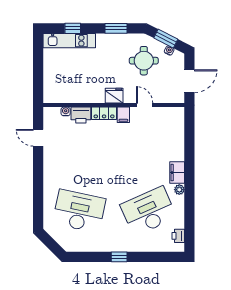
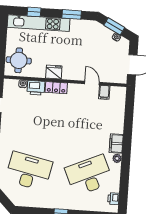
kitchen unit: (69, 41) -> (39, 23), width x1.36
round table: (144, 61) -> (19, 60), moved
fridge: (114, 96) -> (54, 72), moved
filing cabinet: (123, 115) -> (104, 92), moved

